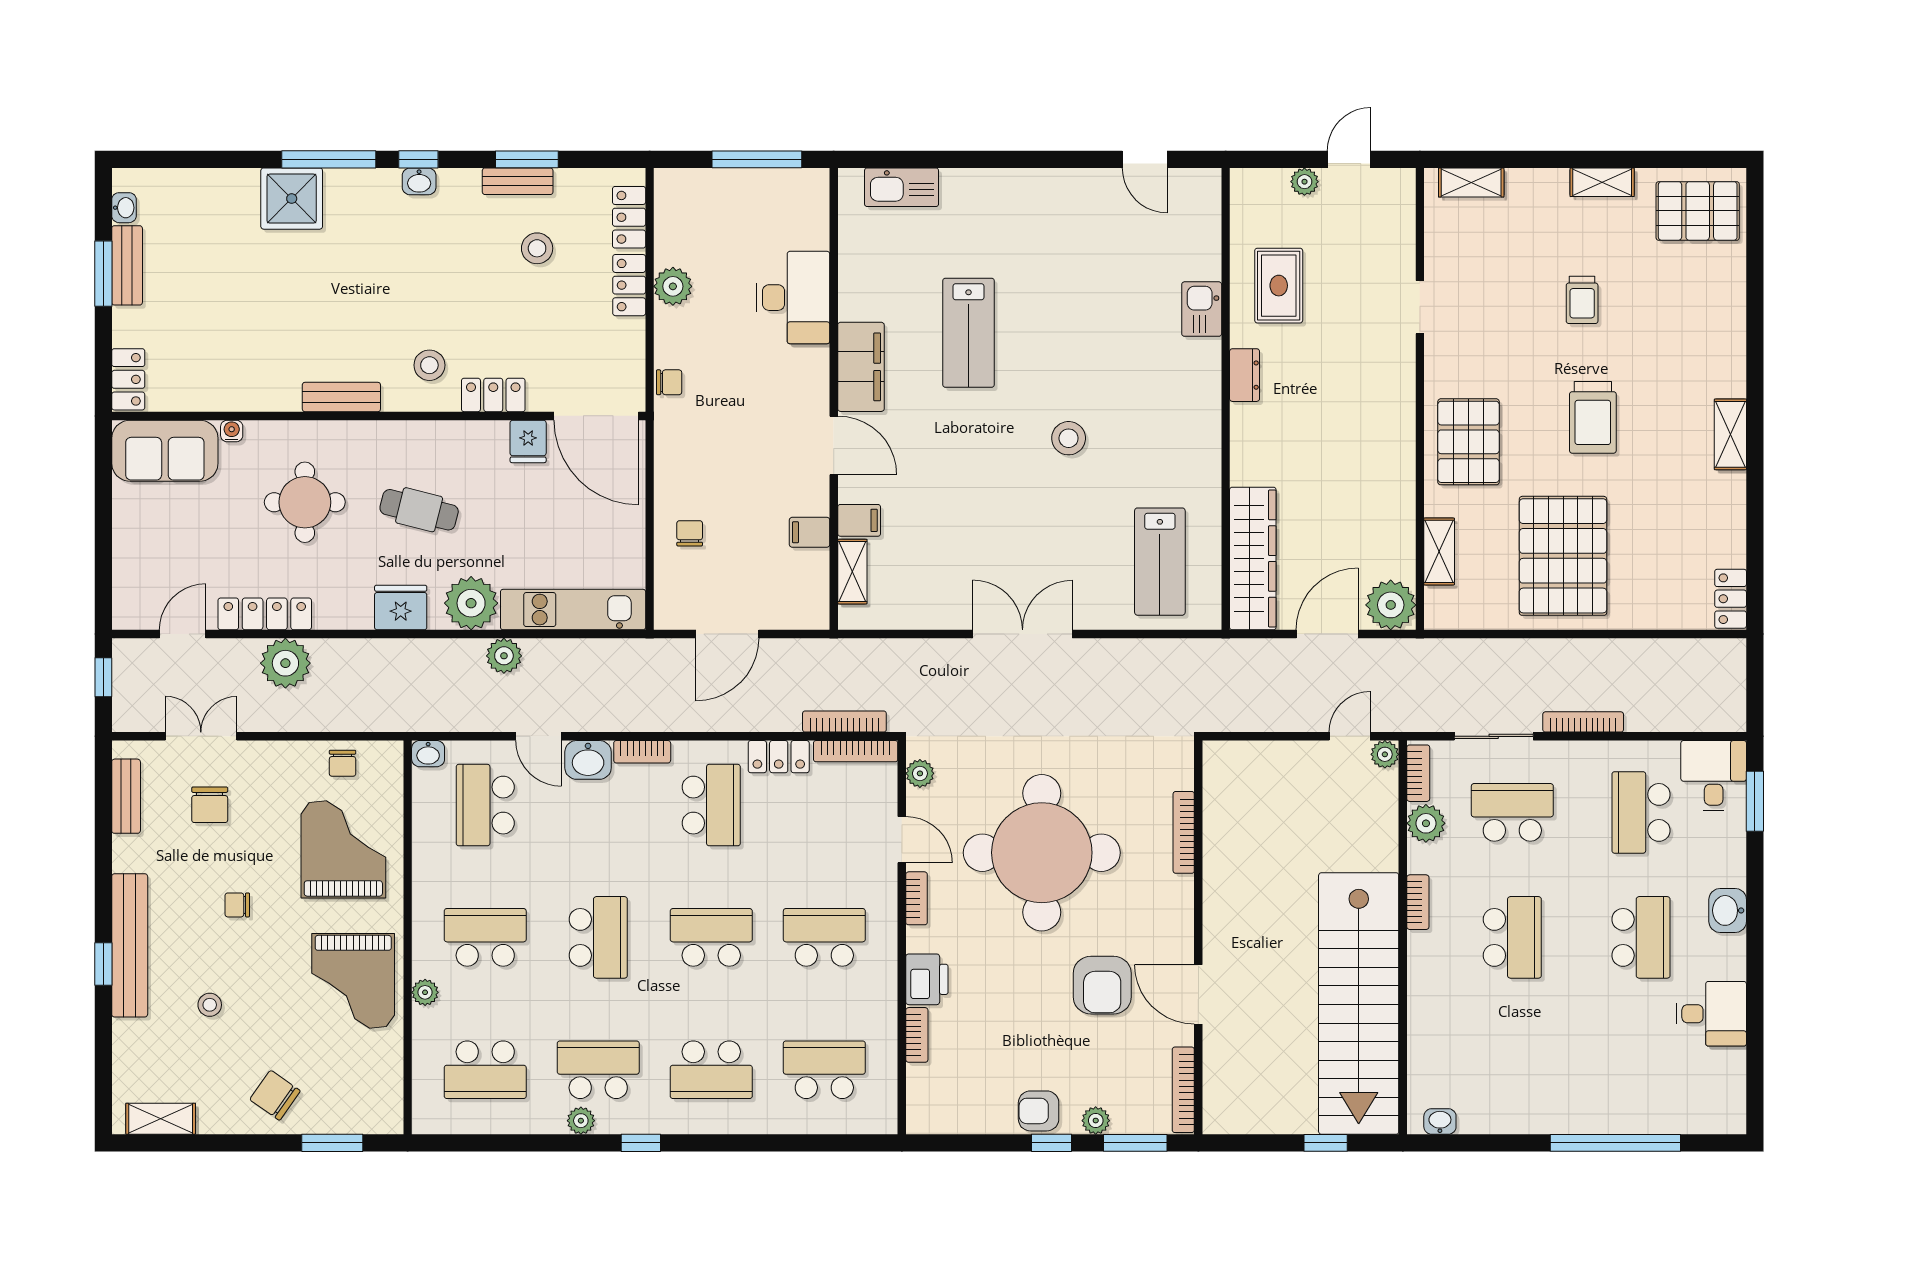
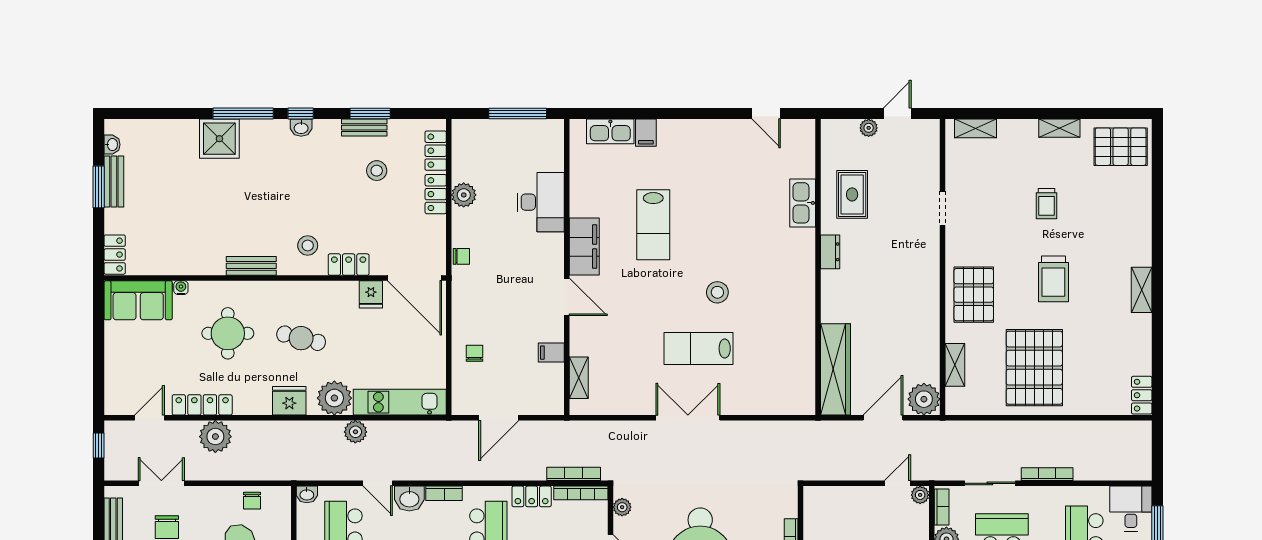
kitchen sink: (1202, 309) -> (803, 203), width x1.38
filing cabinet: (859, 520) -> (646, 133), moved, turned 90
lab bench: (1160, 562) -> (699, 348), moved, turned 90

